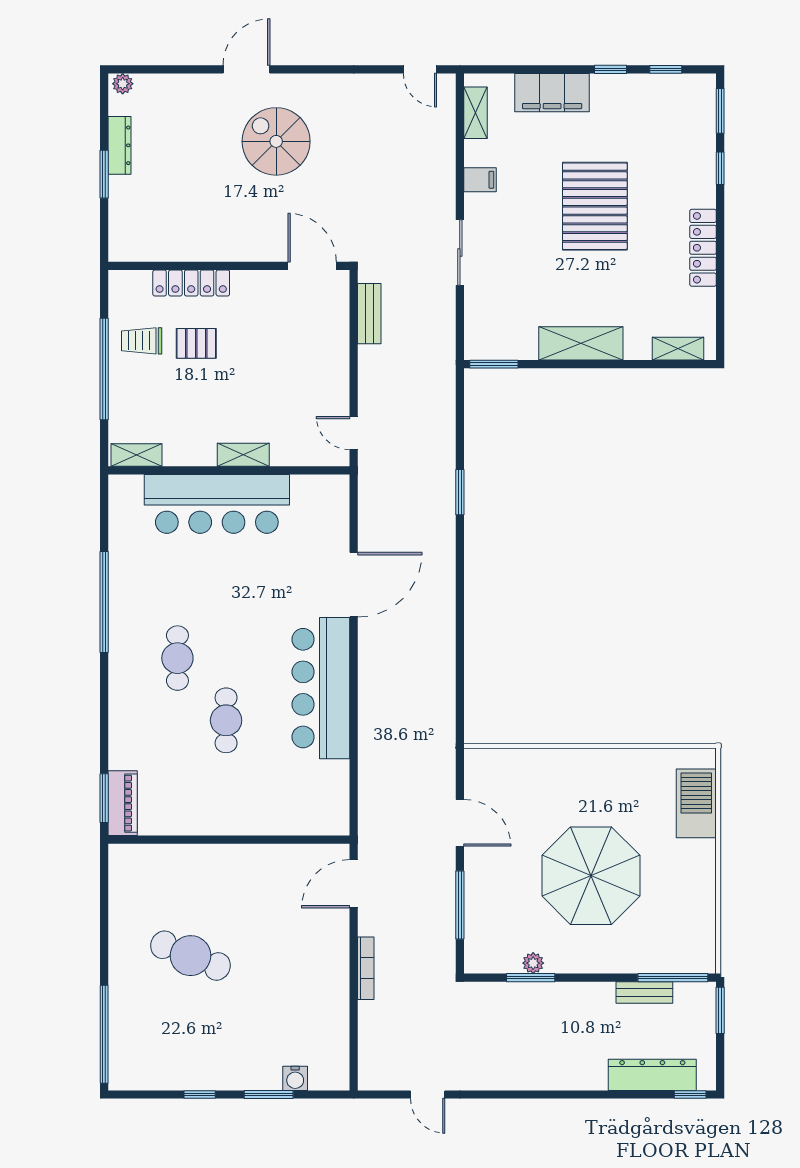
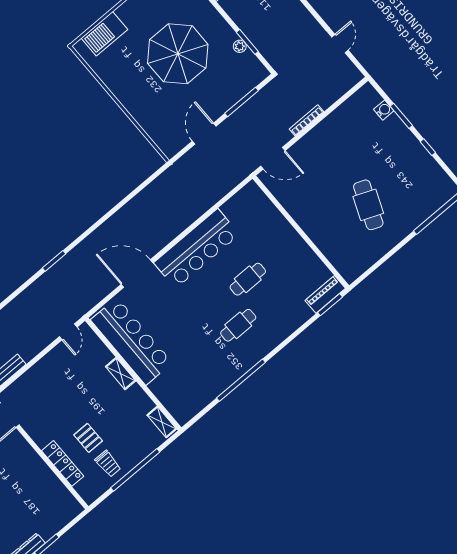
bar counter: (217, 504) -> (131, 341), moved

